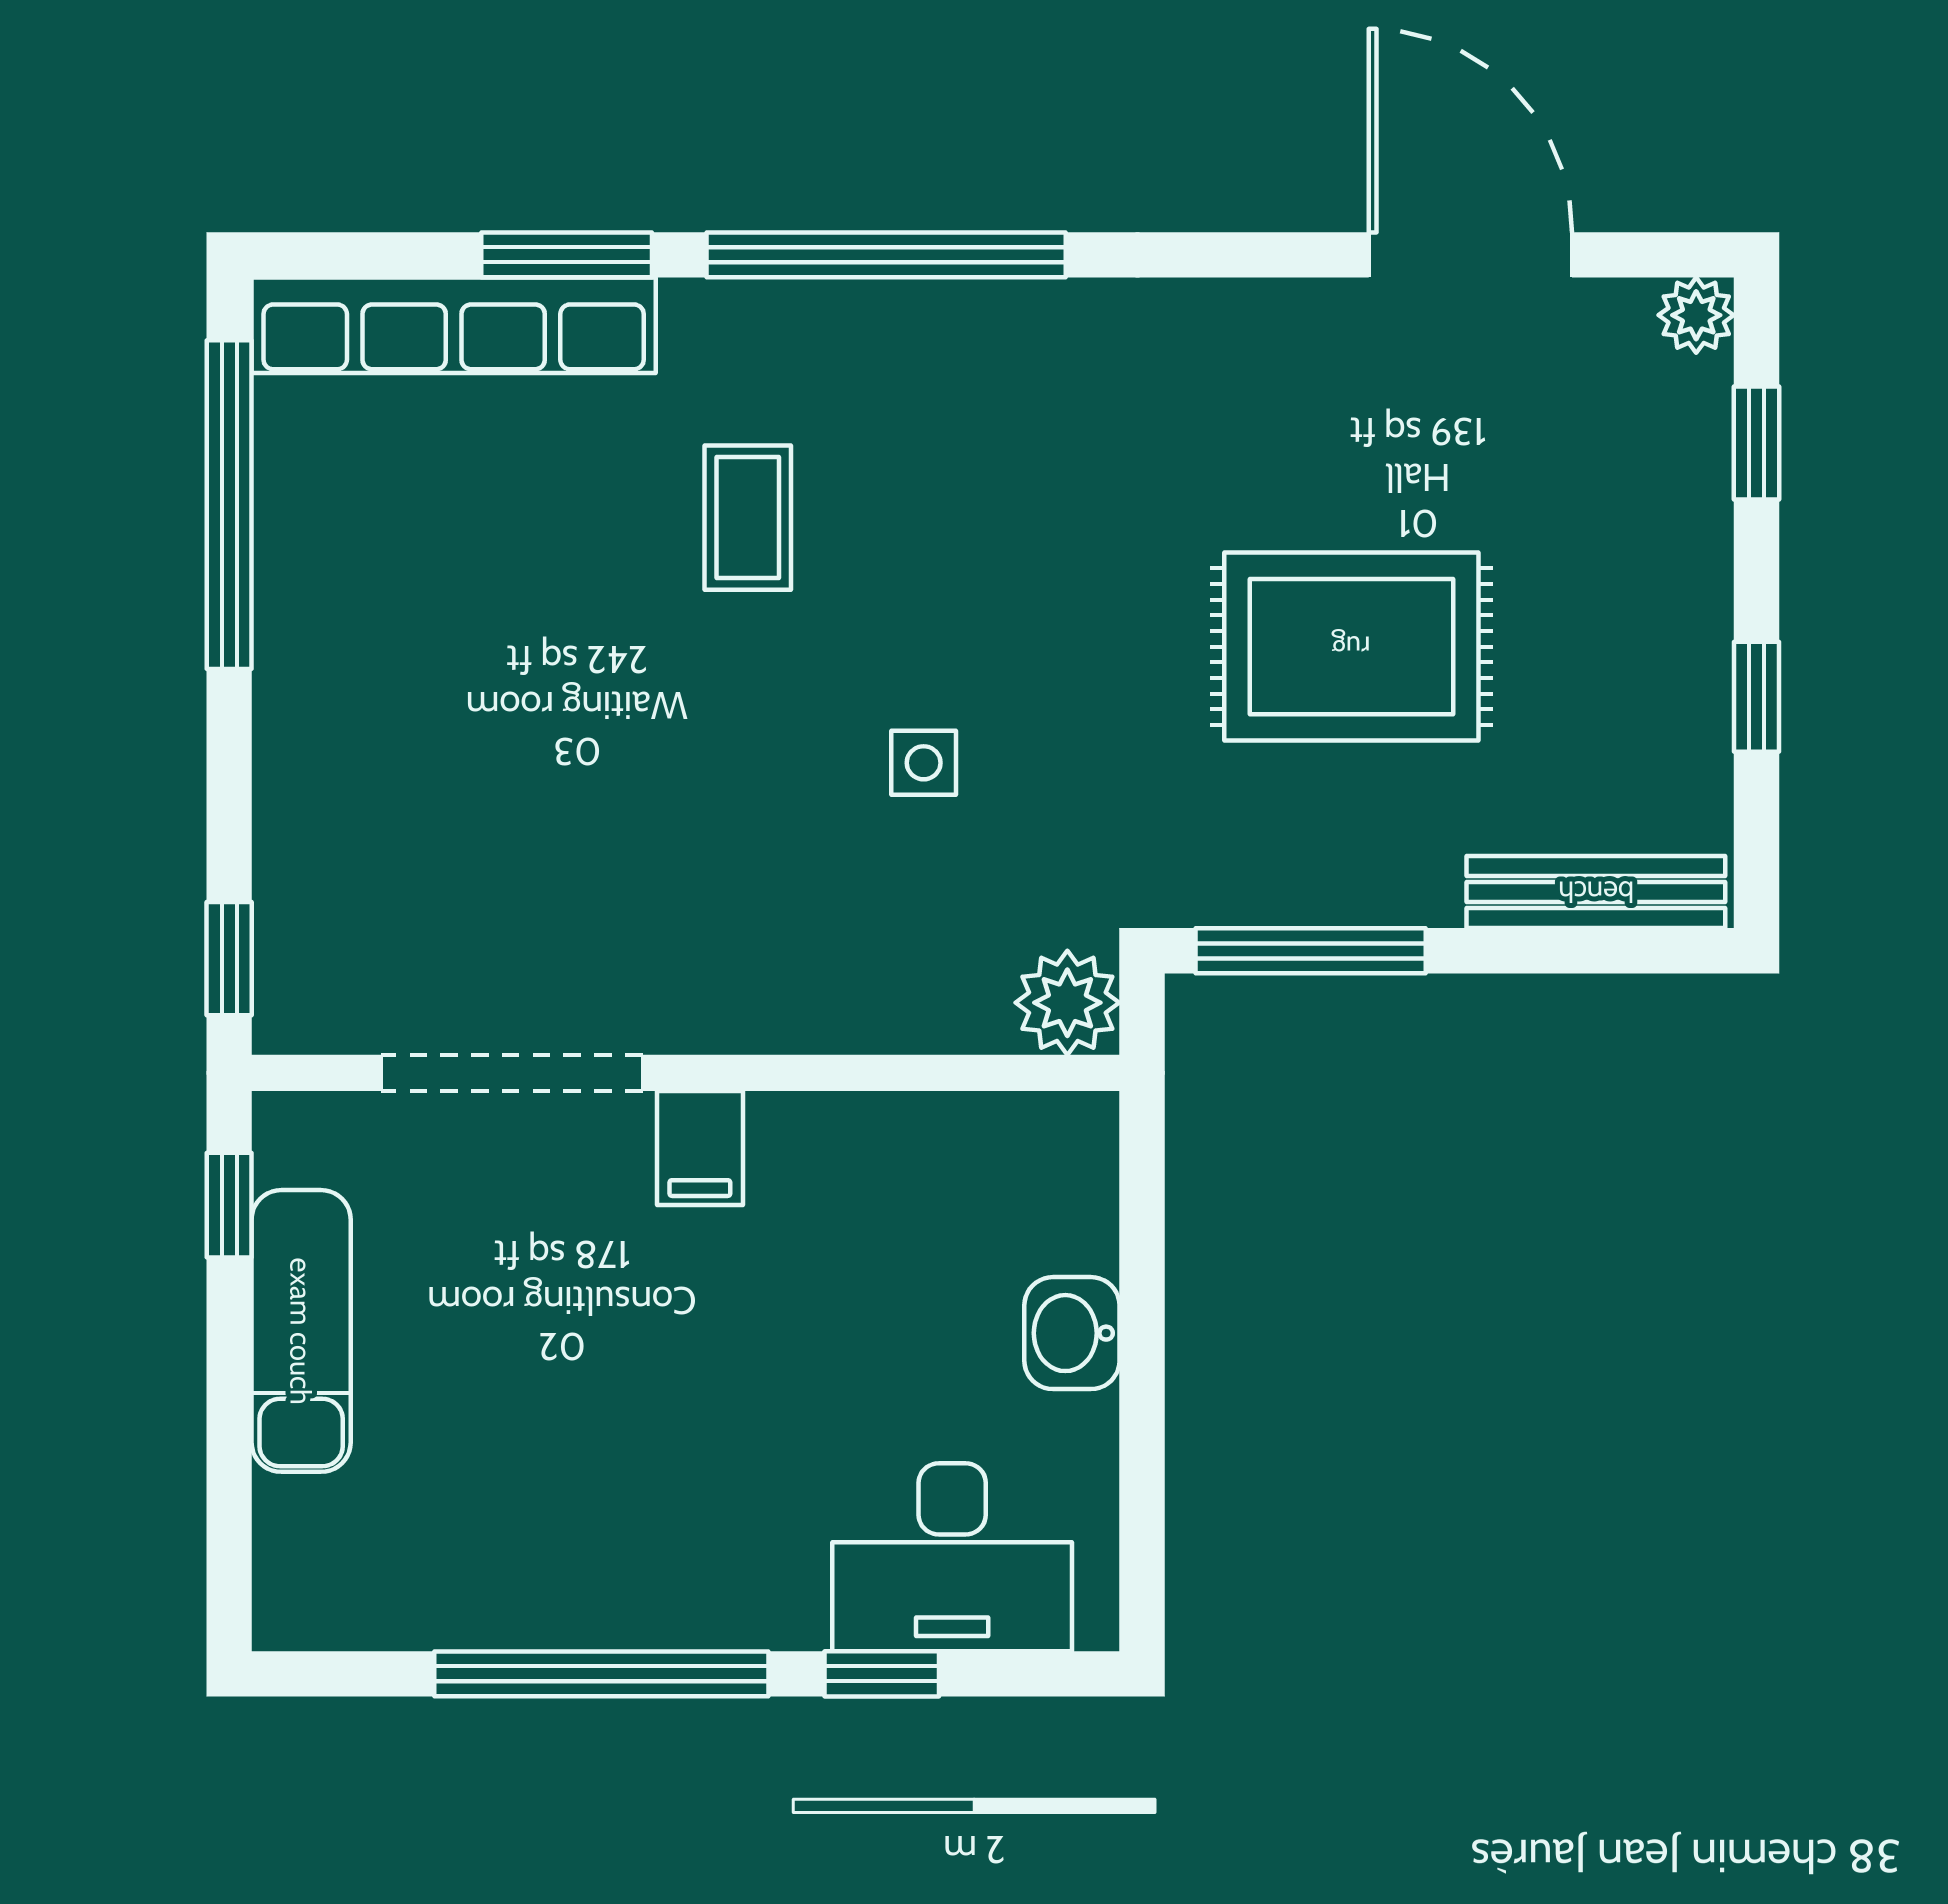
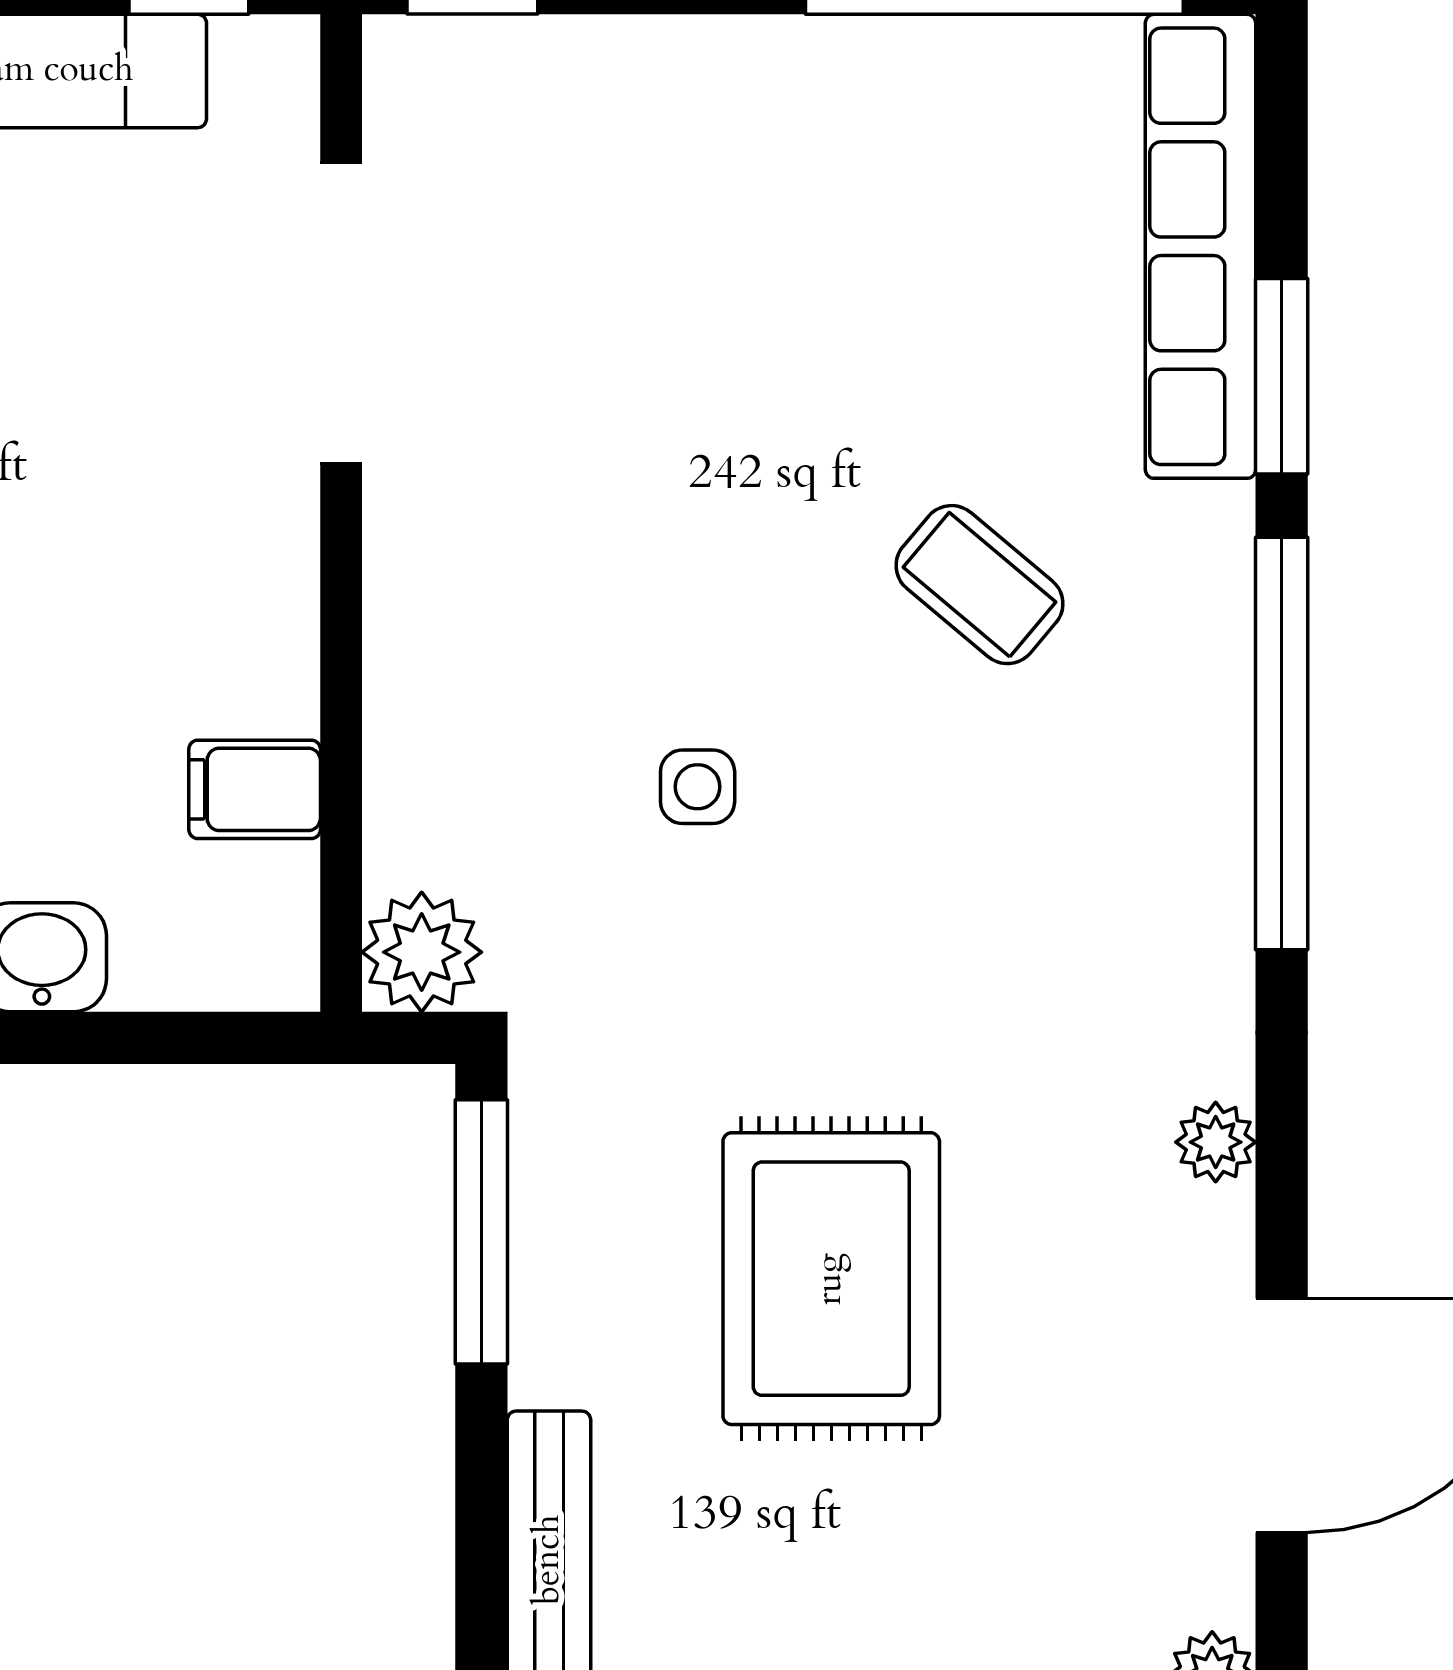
plant: (1233, 312) -> (1216, 1142), added
coffee table: (748, 518) -> (979, 585), turned 40
filing cabinet: (700, 1148) -> (255, 789), moved

